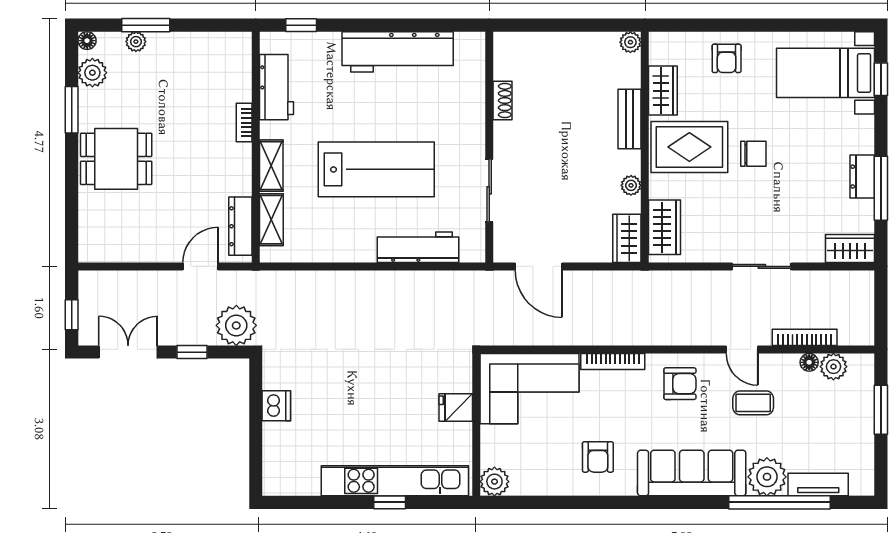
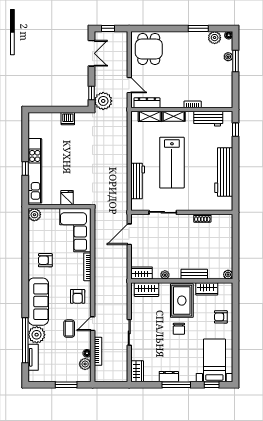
dining table: (116, 159) -> (149, 49), moved
window: (881, 188) -> (176, 385), moved
window: (192, 352) -> (92, 93), moved

